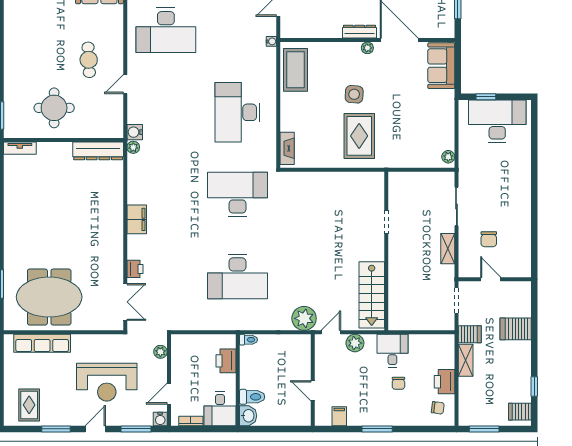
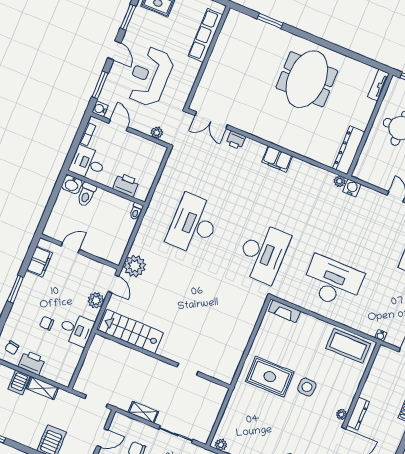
meeting table: (49, 297) -> (307, 79), moved
server rack: (470, 334) -> (19, 382), moved
filing cabinet: (339, 416) -> (39, 261), width x2.00

